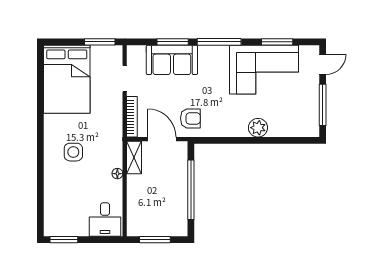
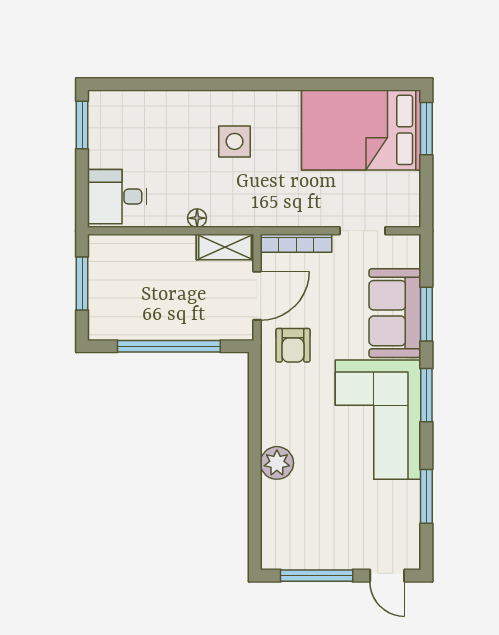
window: (100, 42) -> (426, 129), moved
window: (219, 42) -> (426, 395), width x0.69
corner sofa: (264, 70) -> (378, 420), moved

